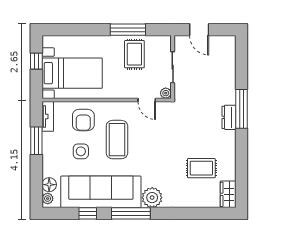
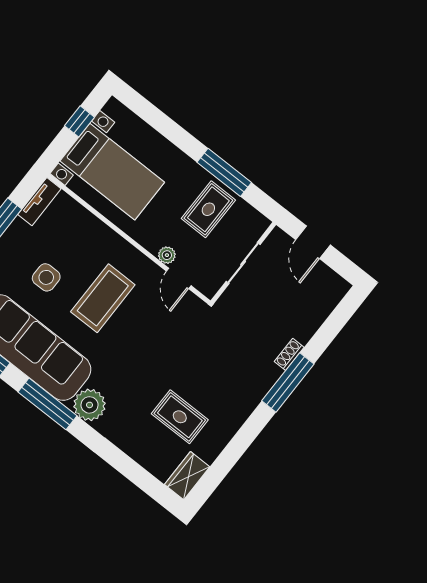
plant: (166, 93) -> (167, 255), moved
shoe rack: (231, 95) -> (289, 354), added
dresser: (229, 117) -> (264, 381), removed
armchair: (83, 120) -> (80, 241), removed

